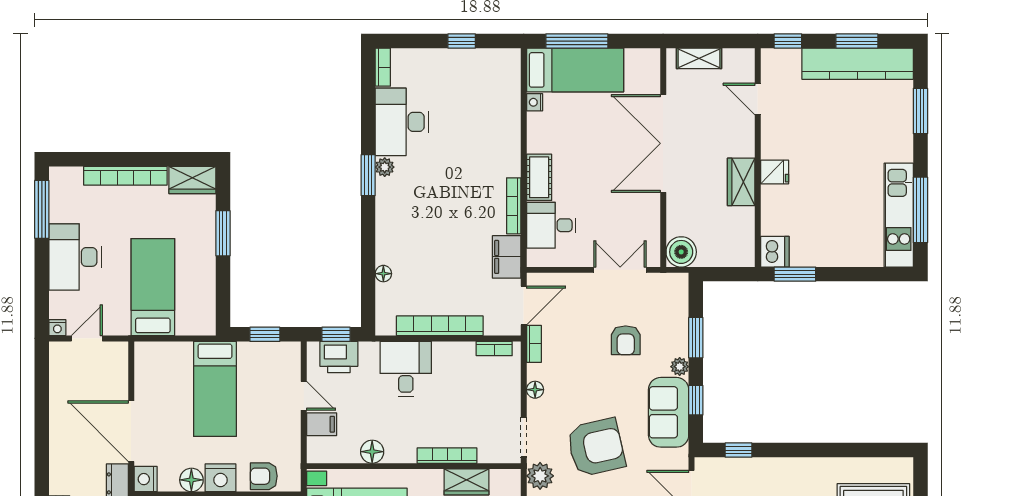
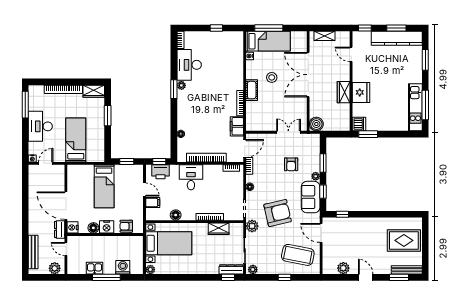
stool: (583, 150) -> (272, 77), added
fridge: (775, 172) -> (361, 92), width x1.88, depth x1.34
desk: (551, 225) -> (257, 112), removed

